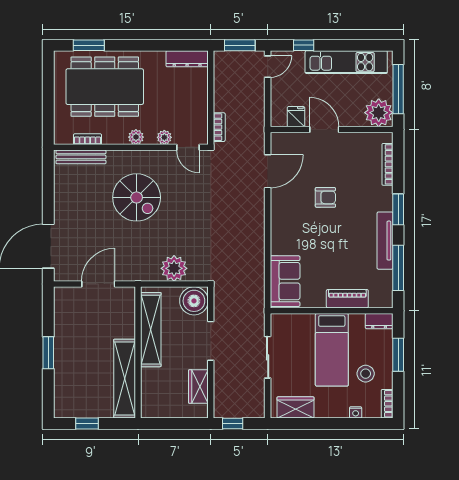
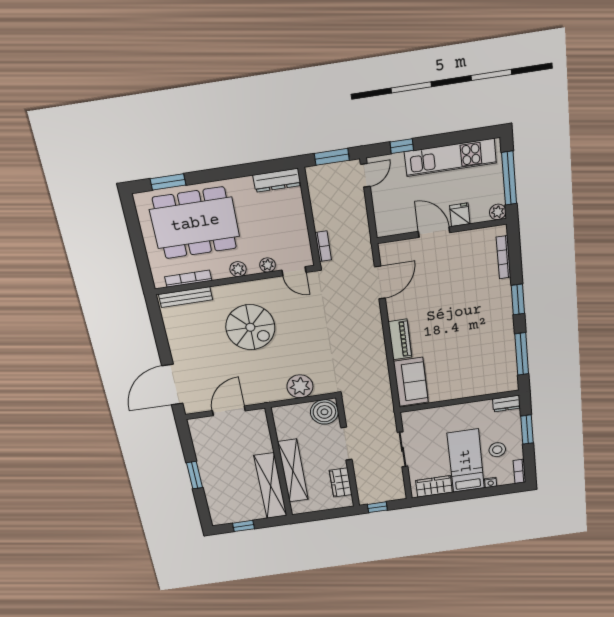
plant: (379, 113) -> (498, 212), width x0.53, depth x0.53
fridge: (296, 117) -> (460, 215), moved
bookcase: (87, 139) -> (188, 279), width x1.56
armchair: (325, 197) -> (442, 299), removed
tv unit: (385, 241) -> (507, 331), removed
piano: (347, 299) -> (400, 340), moved, turned 90
shelving: (151, 330) -> (293, 471), moved
bed: (332, 350) -> (466, 461), moved, turned 180

